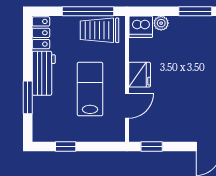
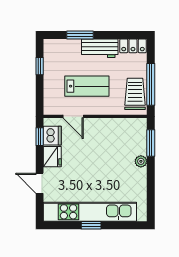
window: (195, 11) -> (151, 143), moved
plant: (161, 23) -> (141, 161), moved
dishwasher: (141, 27) -> (52, 136), moved, turned 180
fridge: (140, 75) -> (52, 157), moved, turned -90

